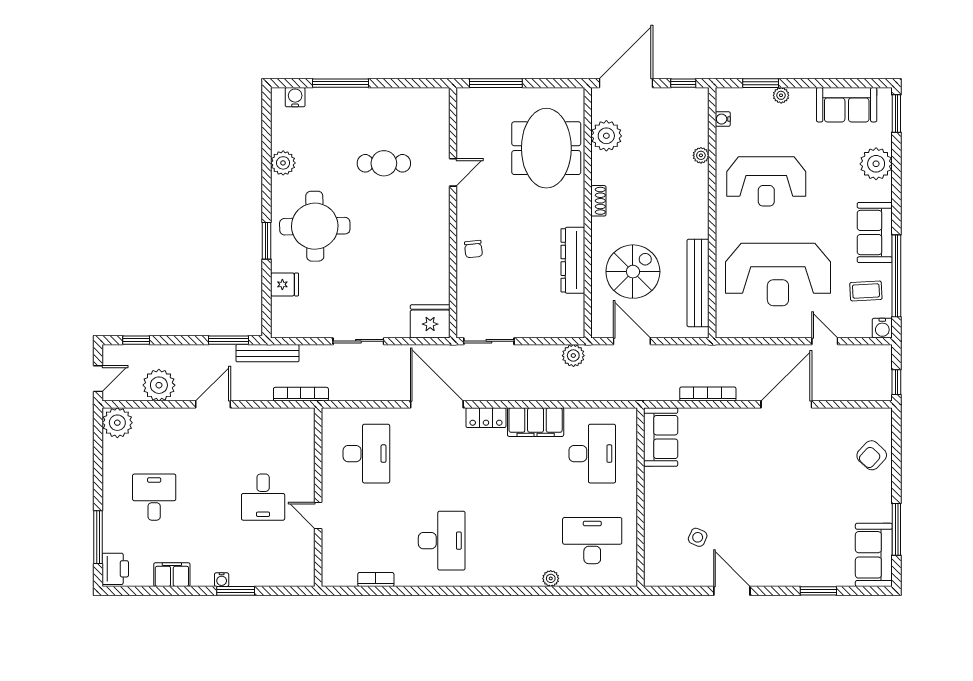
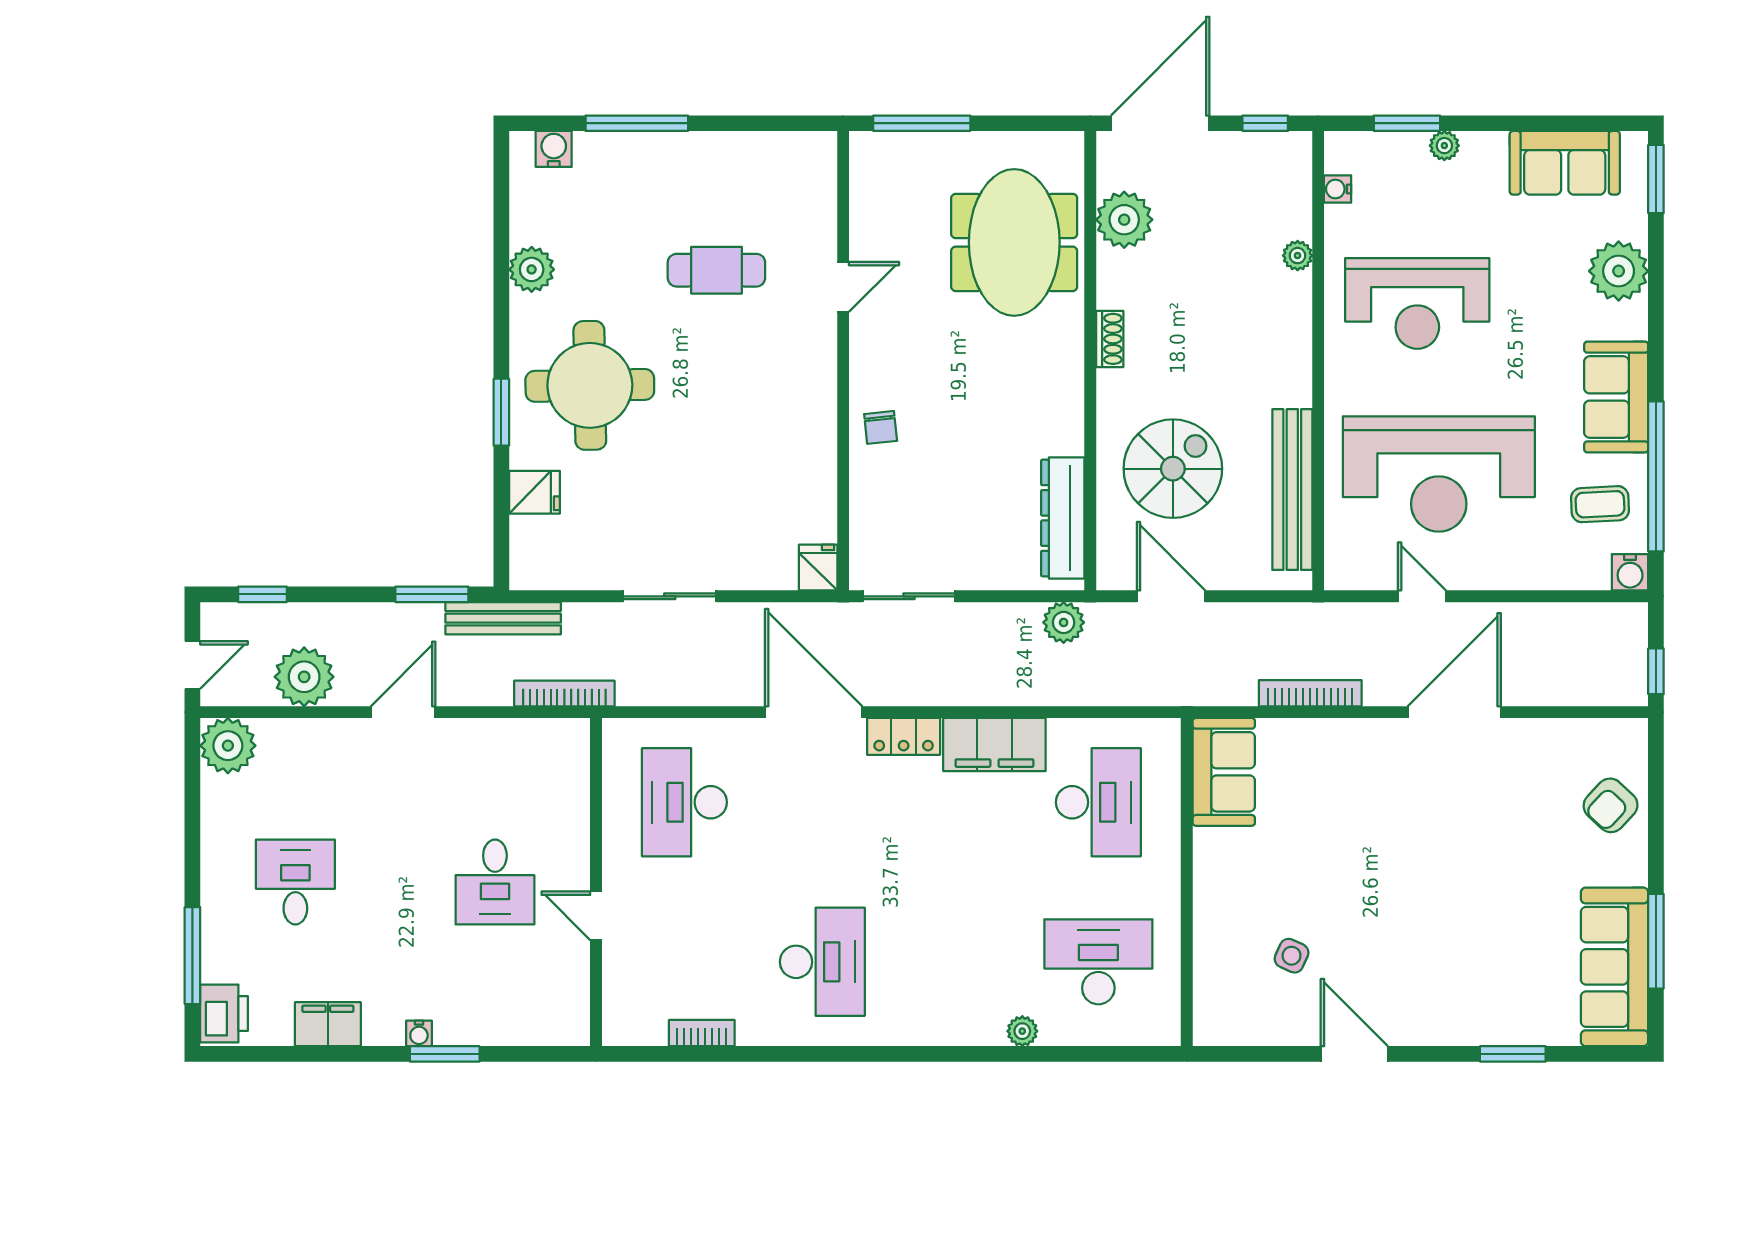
dresser: (573, 260) -> (1063, 518), moved
fridge: (430, 321) -> (818, 568), width x0.53, depth x0.75
door: (825, 341) -> (1422, 596), moved
desk: (366, 454) -> (684, 802), turned 180
sofa: (874, 555) -> (1615, 967), width x1.36

